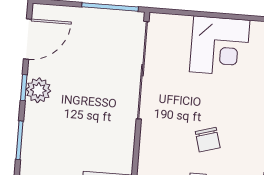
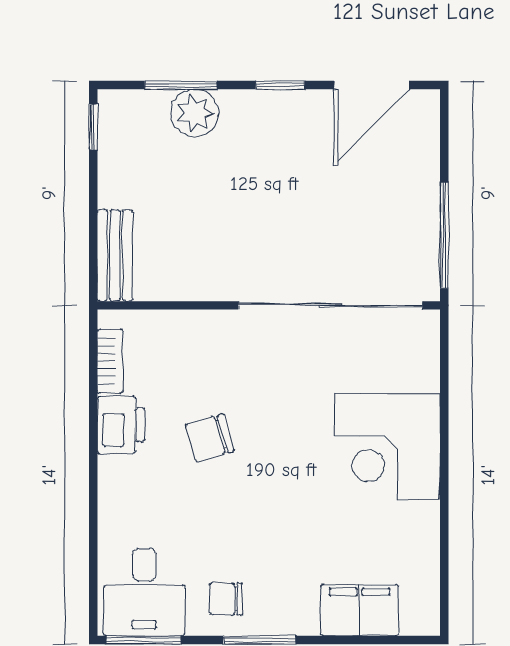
door: (28, 39) -> (372, 85), hinge flipped
plant: (38, 90) -> (195, 113), moved

